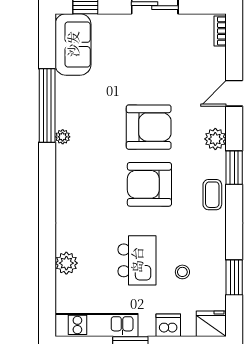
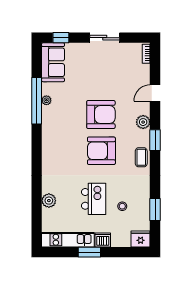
plant: (63, 137) -> (46, 100), moved
dishwasher: (168, 325) -> (103, 240), moved

